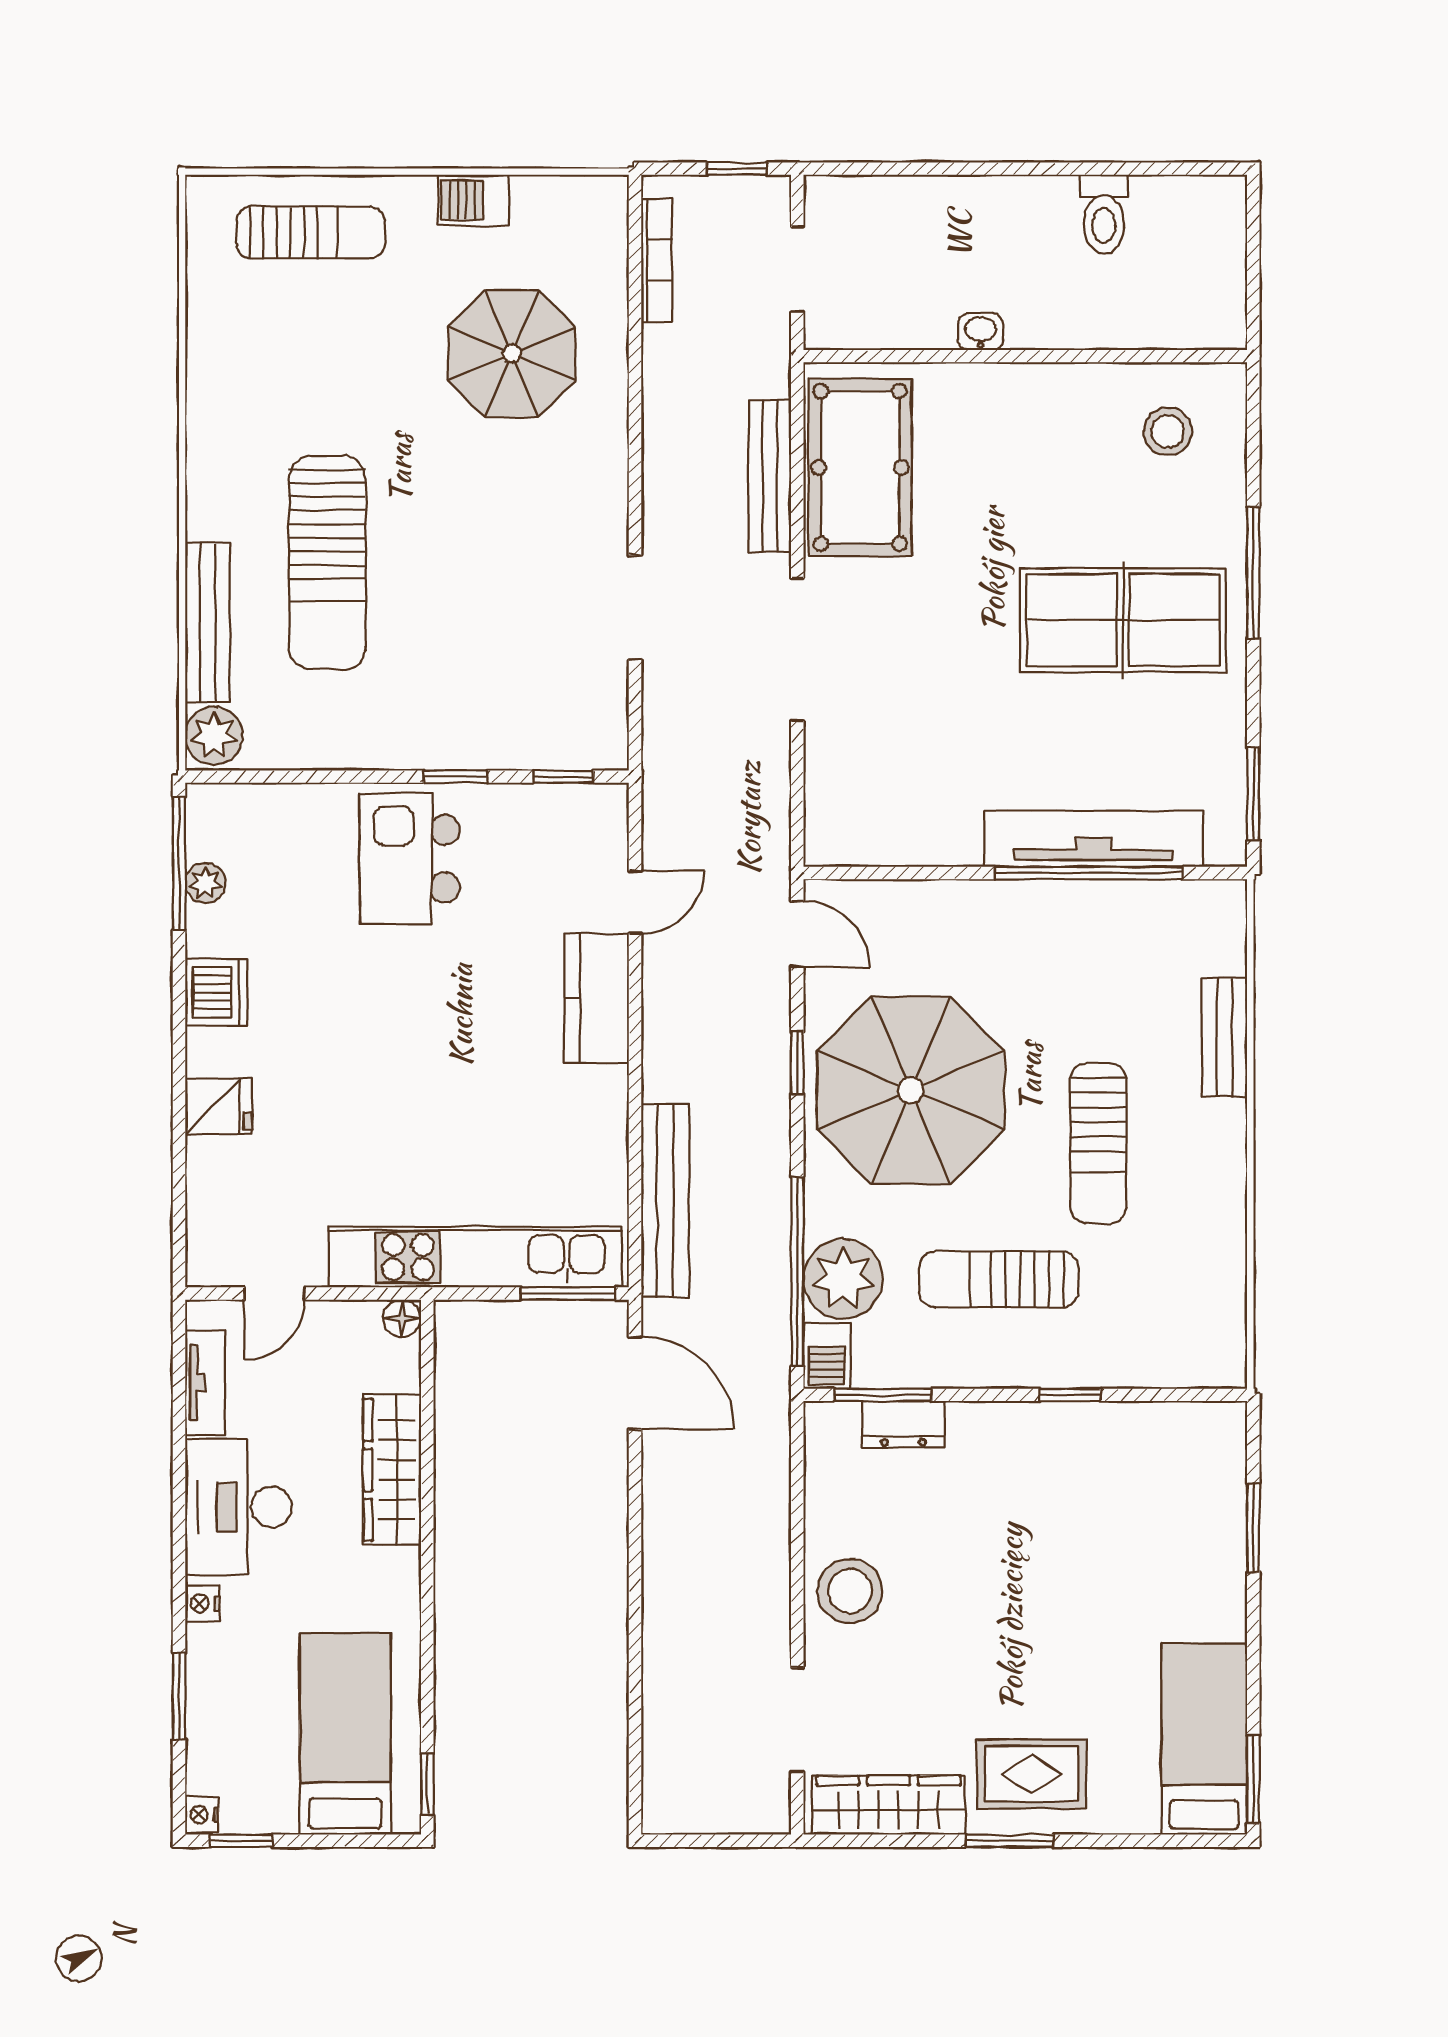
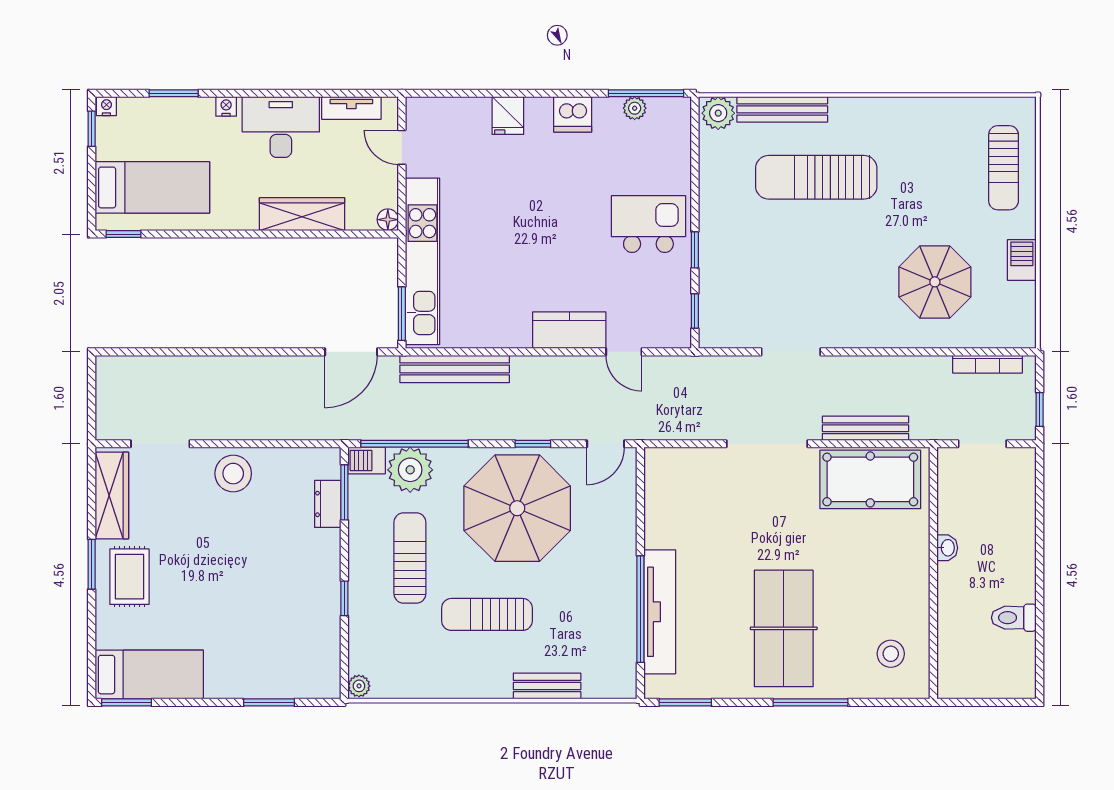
plant: (1224, 1369) -> (359, 686), added

